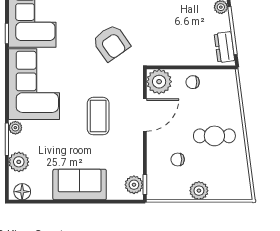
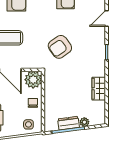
dresser: (224, 47) -> (69, 123), moved
side table: (224, 88) -> (28, 124), added

